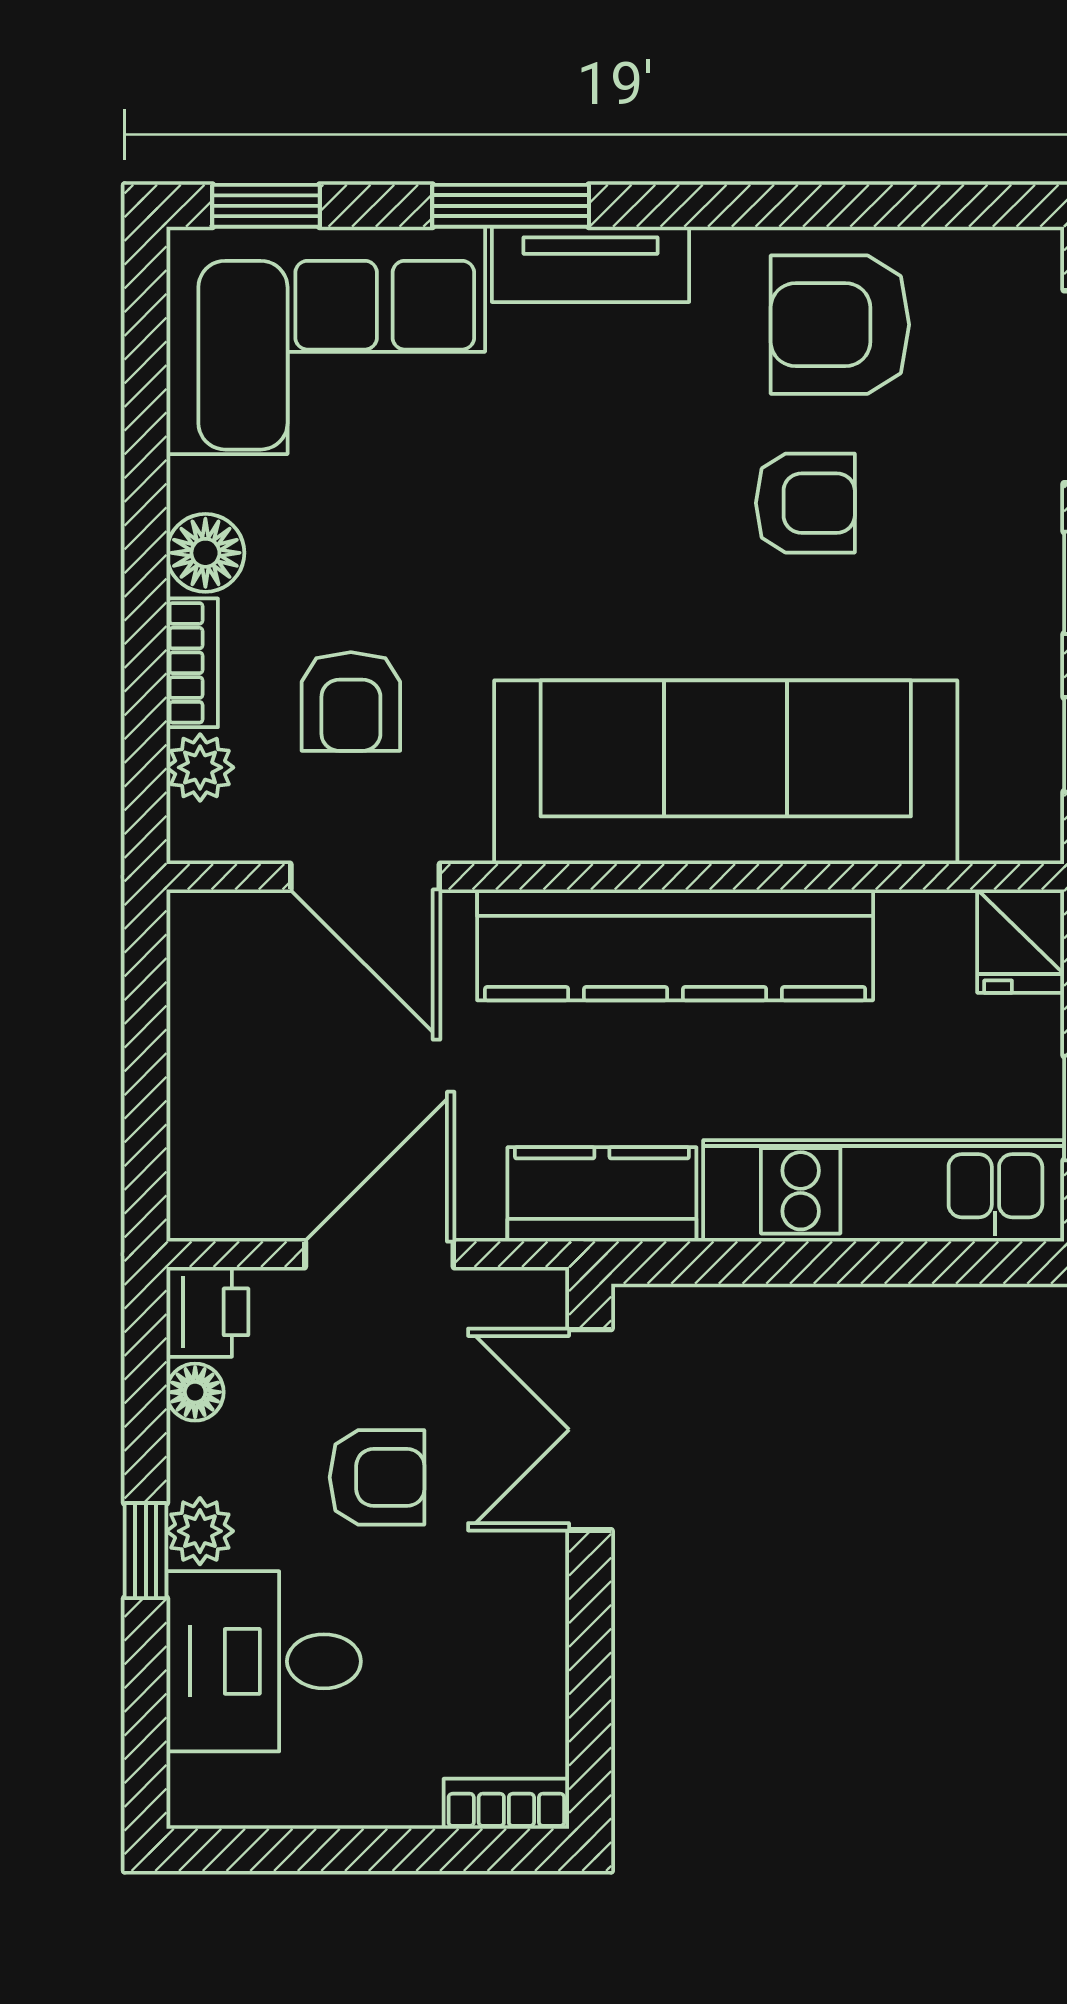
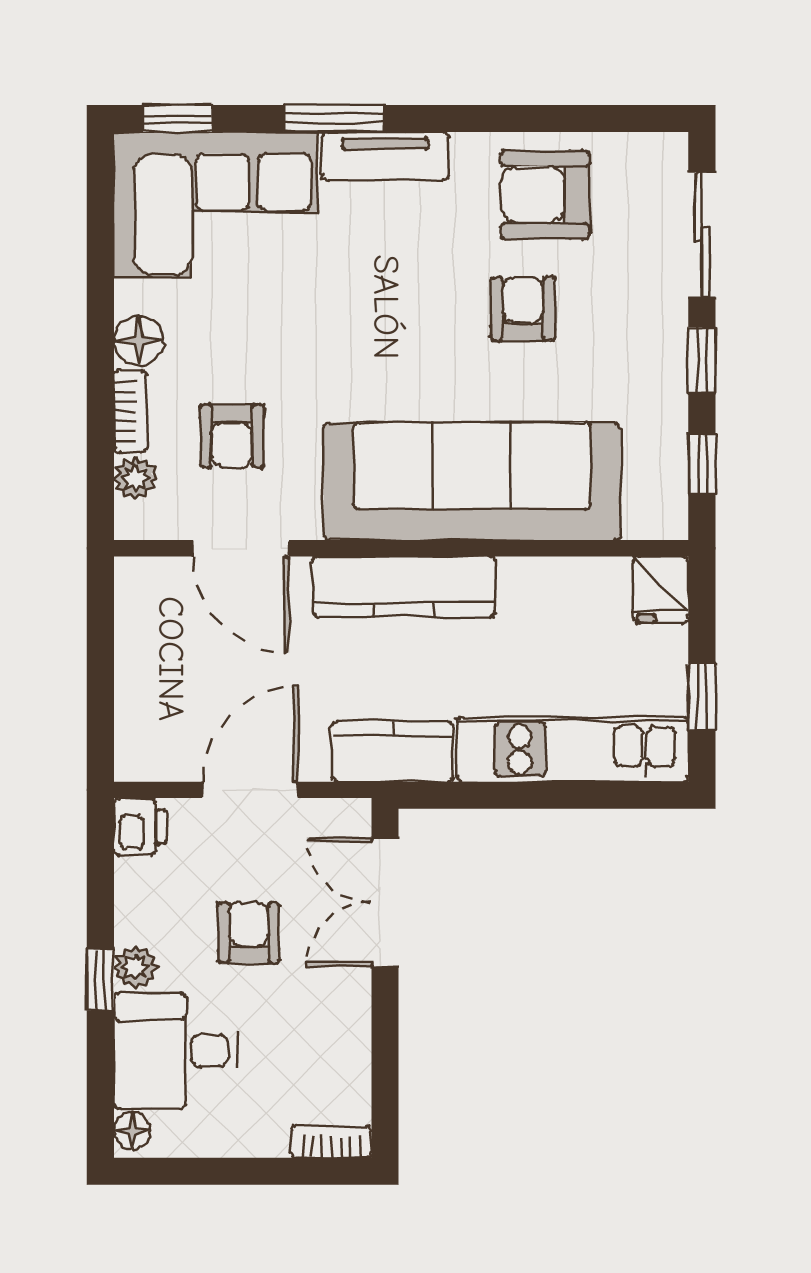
armchair: (805, 503) -> (523, 309), turned -90
kitchen counter: (675, 945) -> (404, 587), width x0.72, depth x0.86
floor lamp: (195, 1392) -> (132, 1131), moved
armchair: (377, 1477) -> (249, 933), turned -90

